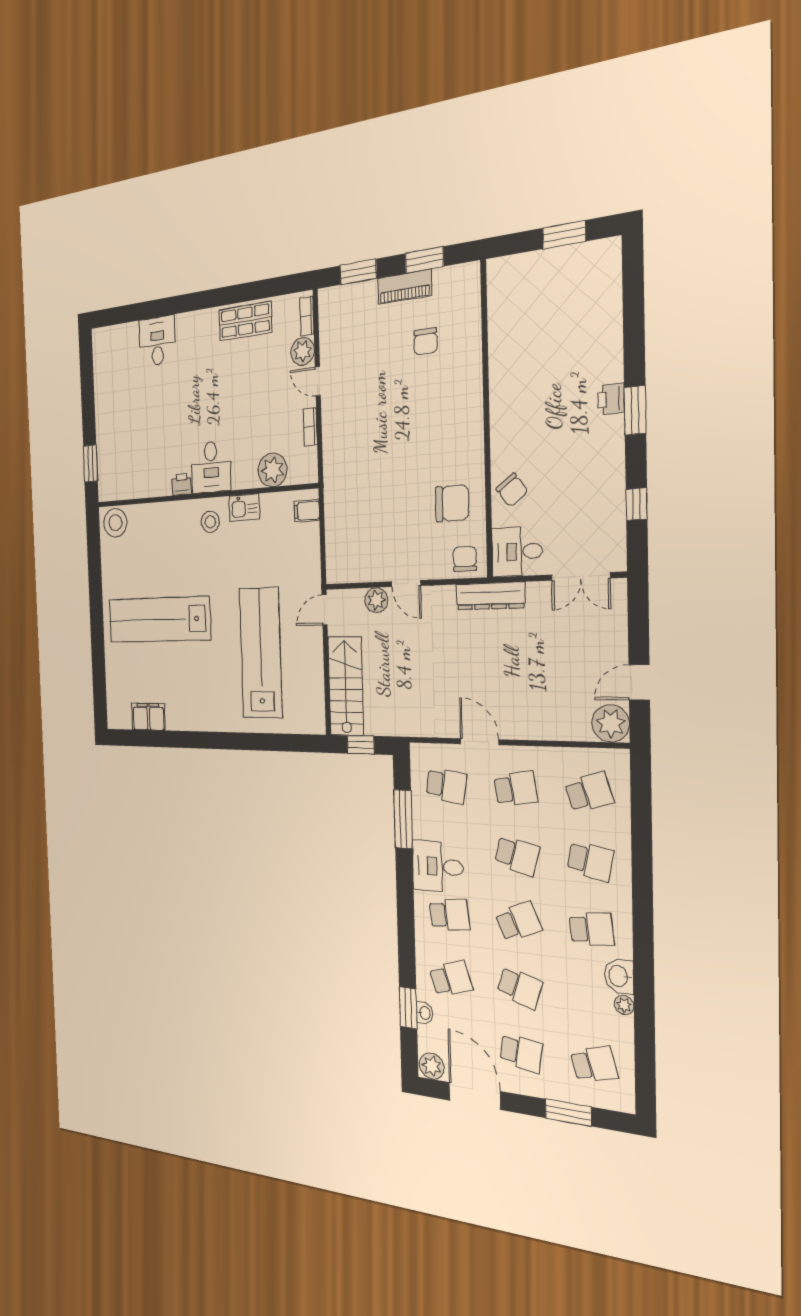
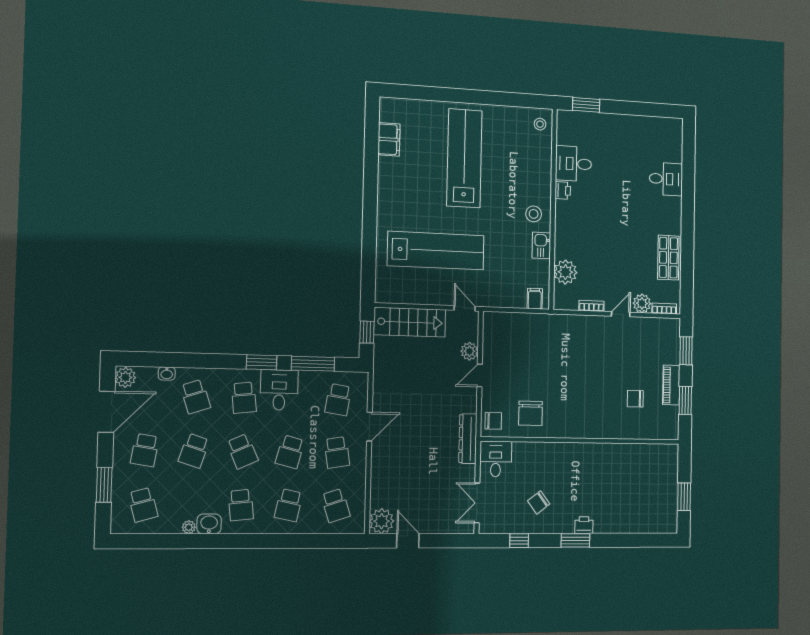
desk: (211, 467) -> (574, 164), moved
chair: (512, 490) -> (539, 502), moved
stool: (115, 523) -> (540, 124), width x0.53, depth x0.53
window: (408, 1008) -> (262, 362), moved

